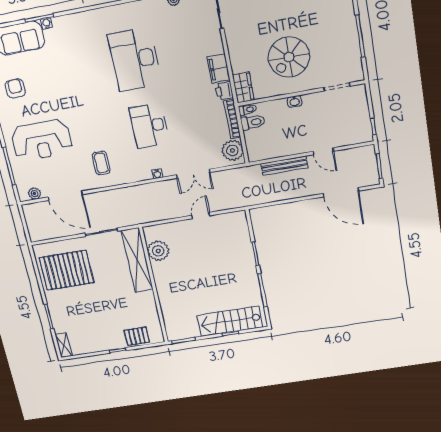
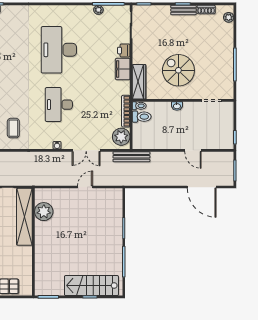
spiral stairs: (289, 57) -> (178, 70), turned 90
wardrobe: (243, 88) -> (139, 82), width x1.50
printer: (224, 91) -> (124, 51), moved
bench: (284, 166) -> (131, 157), moved

